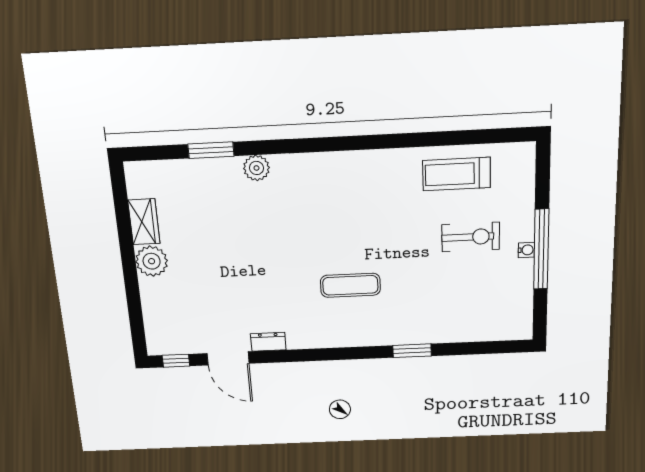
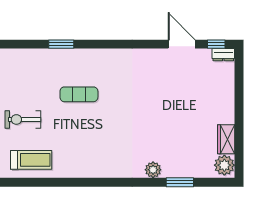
plant: (152, 261) -> (224, 165), moved
exercise mat: (350, 285) -> (79, 94), moved
dresser: (268, 342) -> (223, 55), moved

